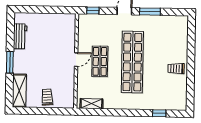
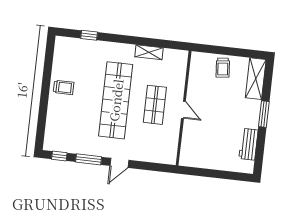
window: (93, 11) -> (59, 156), moved
door: (76, 60) -> (183, 110), swing flipped
shelving: (91, 104) -> (149, 52), moved

